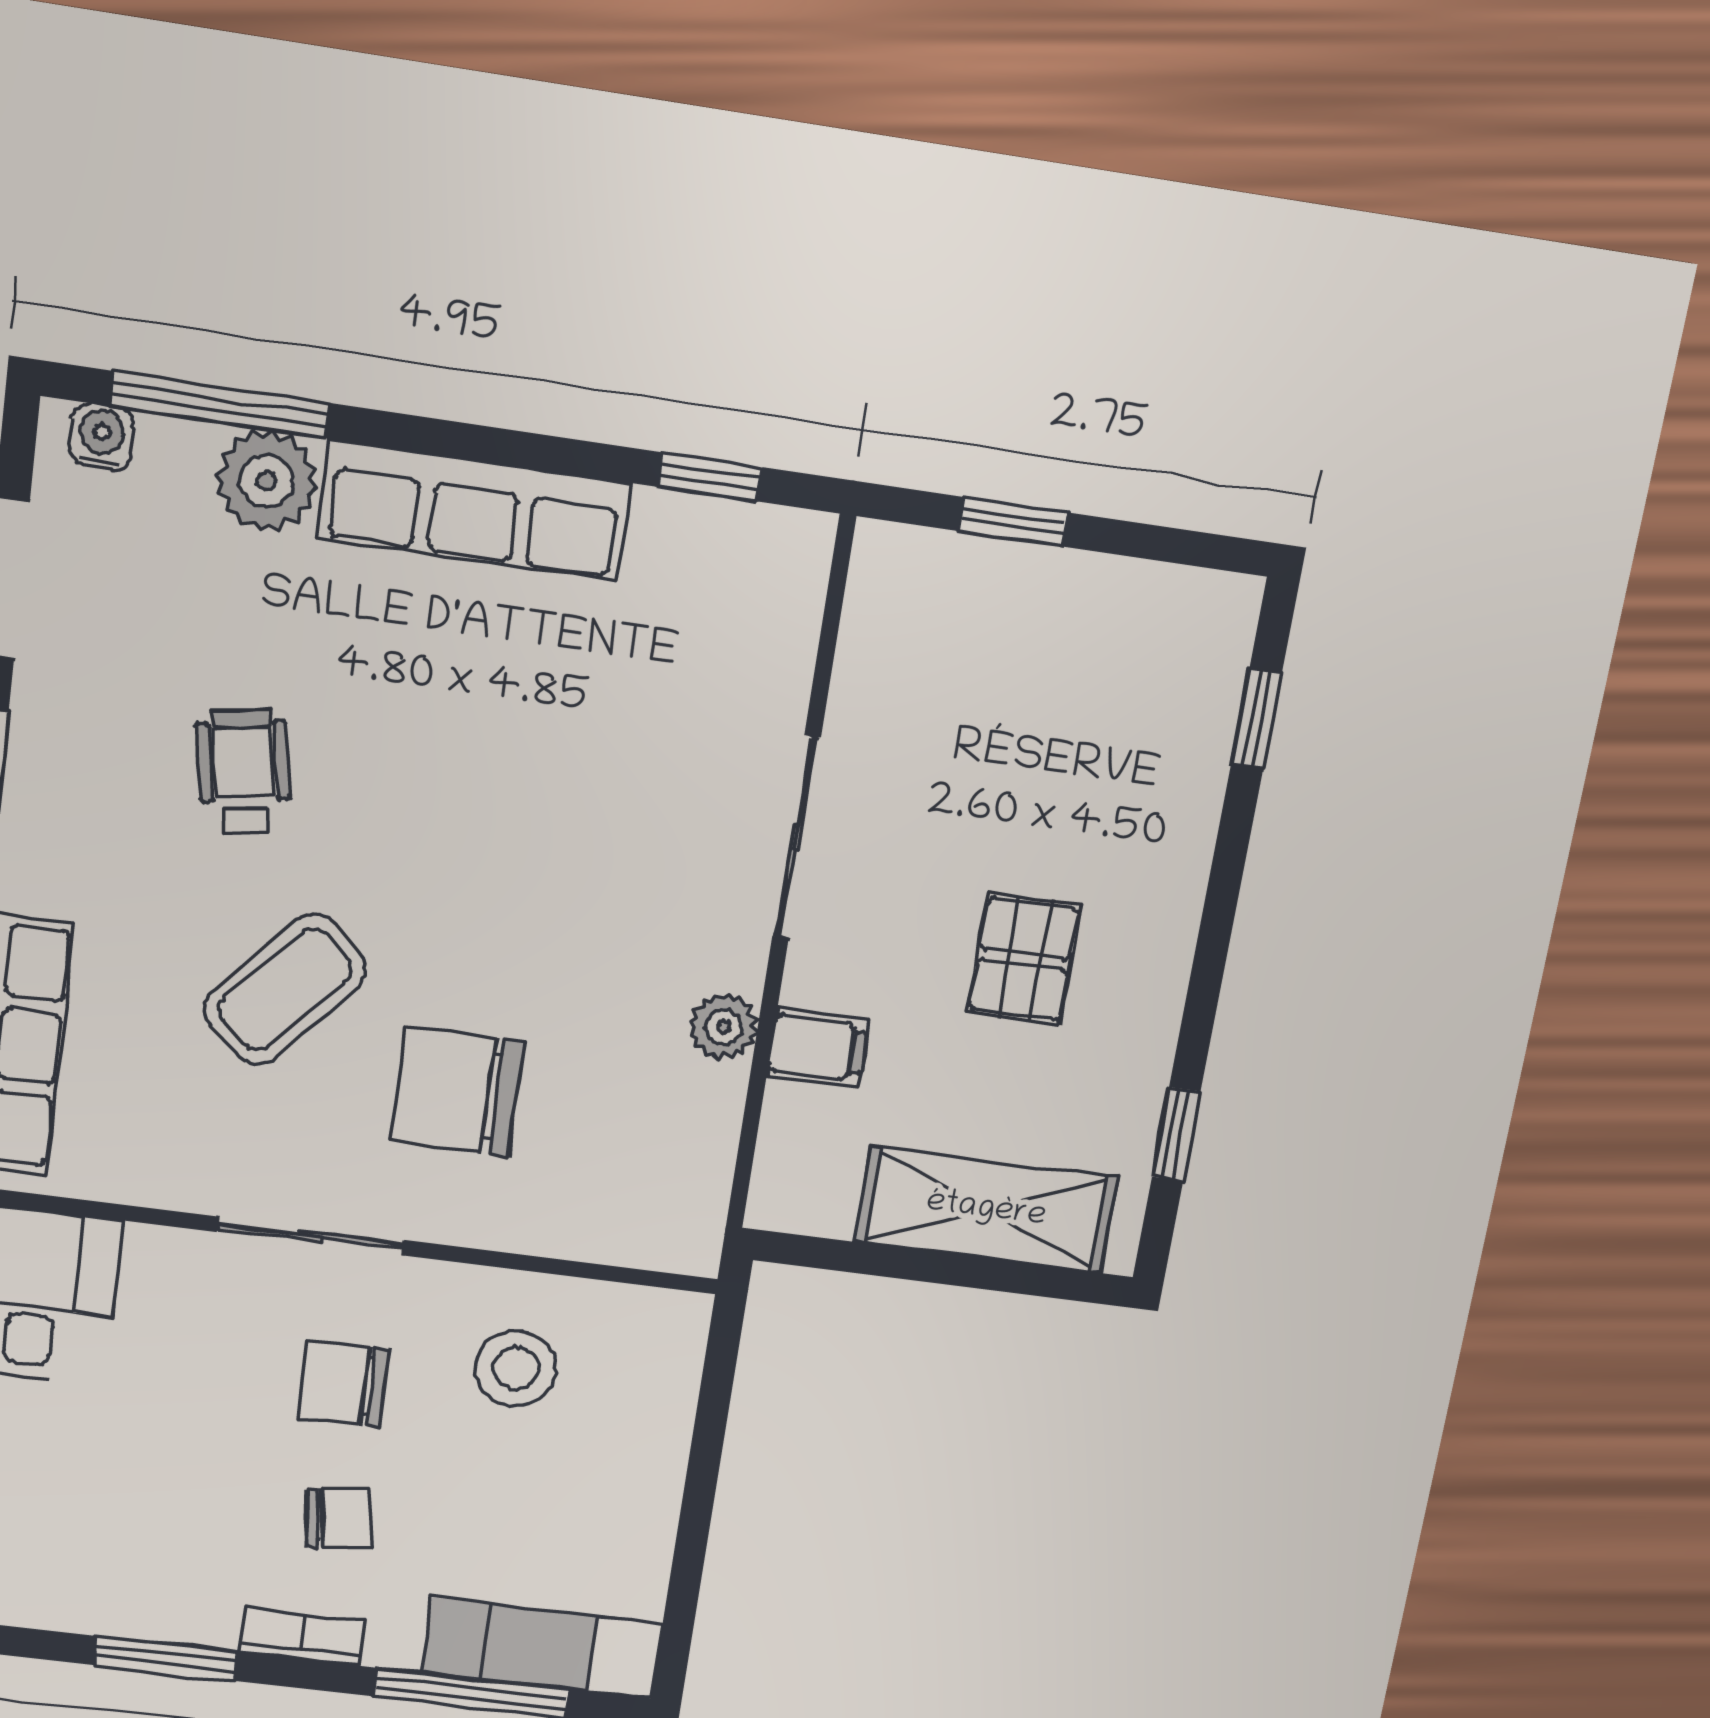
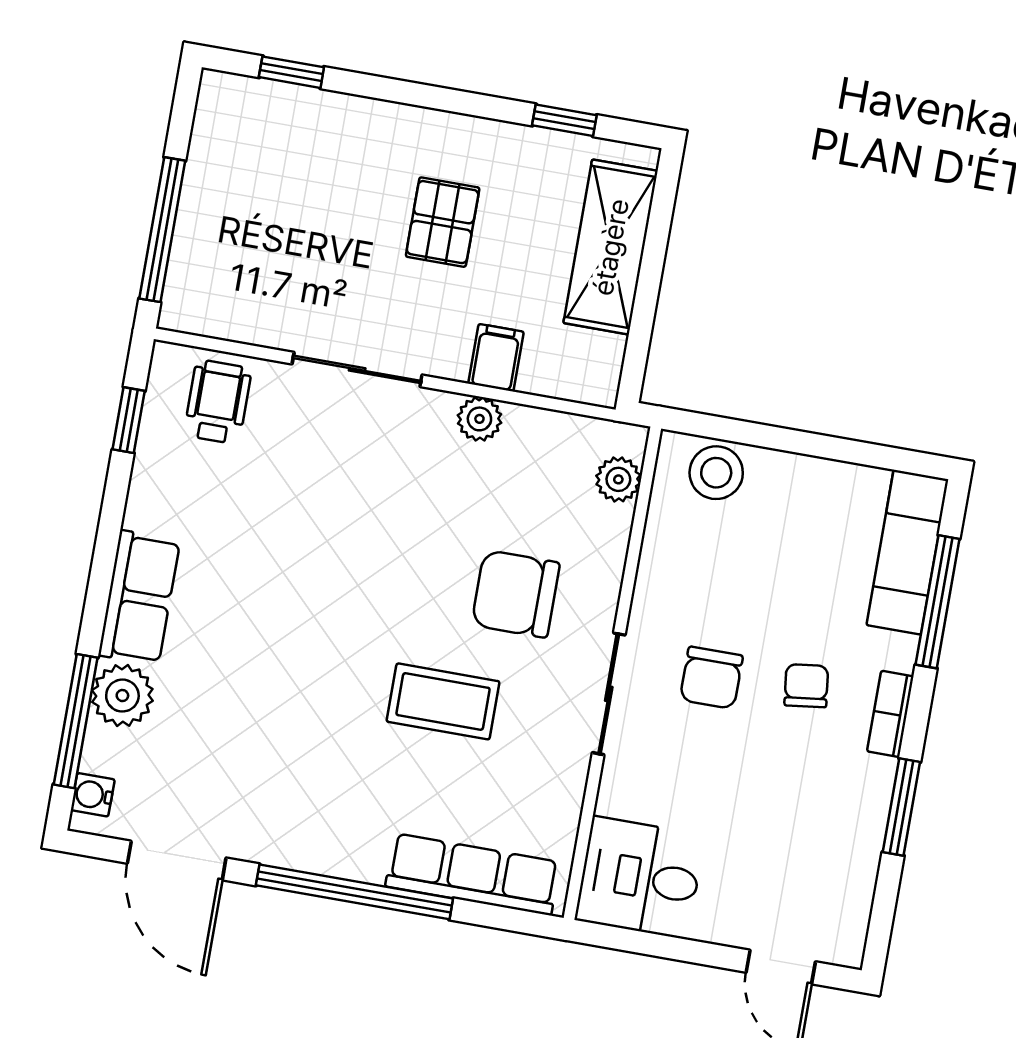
row of seats: (474, 510) -> (139, 598), width x0.68
window: (1013, 522) -> (162, 230), width x2.17
wheelchair: (244, 771) -> (218, 402), moved, turned 100
pallet: (1024, 959) -> (443, 222), turned 90
coffee table: (285, 989) -> (443, 701), turned -42
chair: (457, 1092) -> (516, 594), turned 90
plant: (637, 1236) -> (618, 479), added
stool: (516, 1368) -> (716, 473), moved

